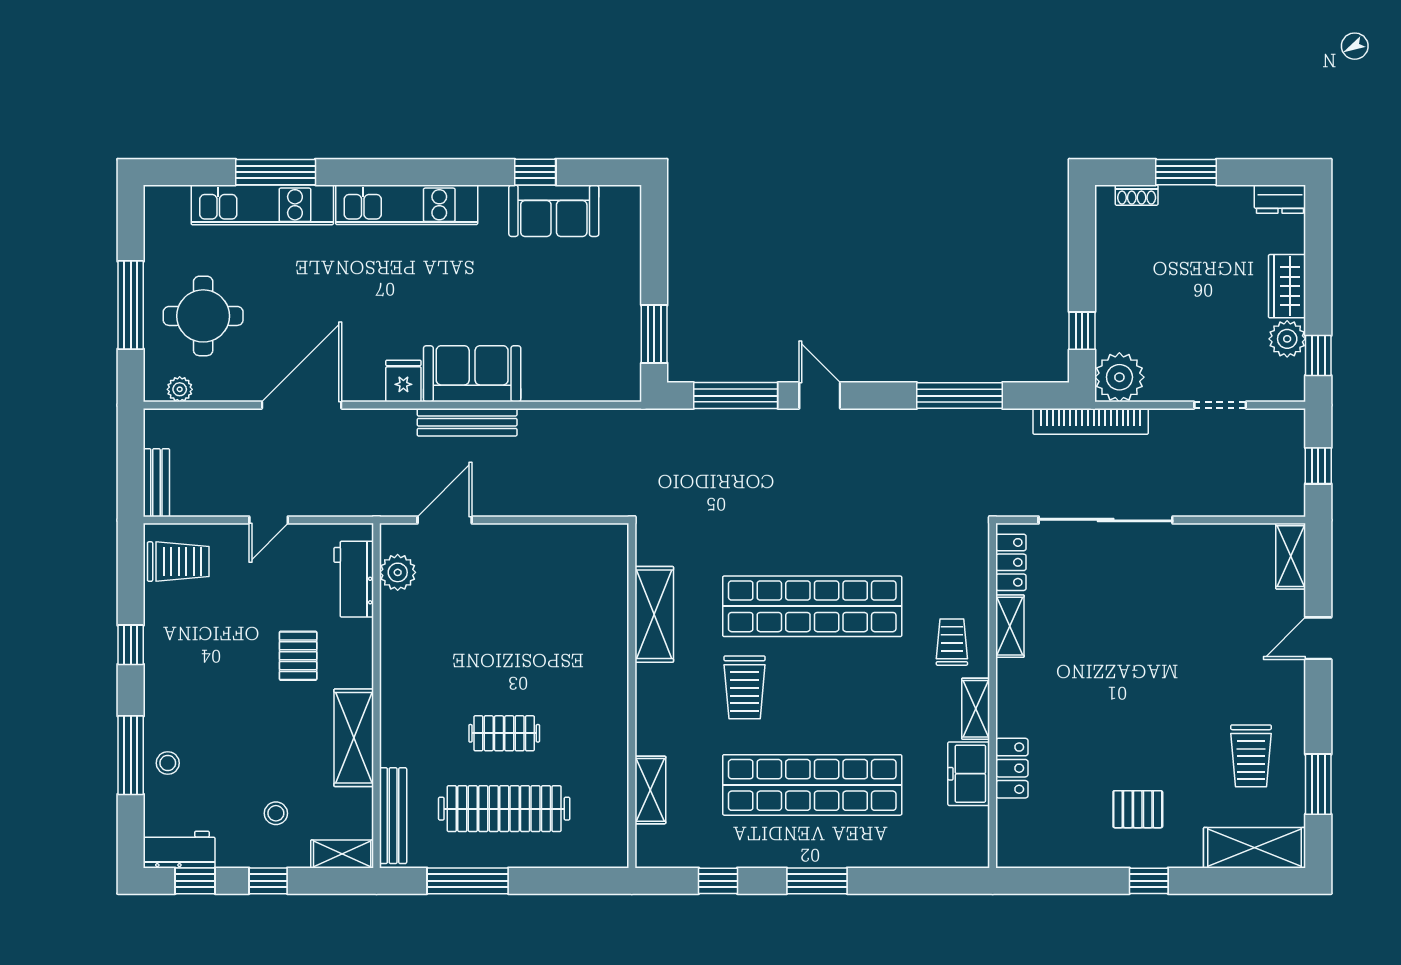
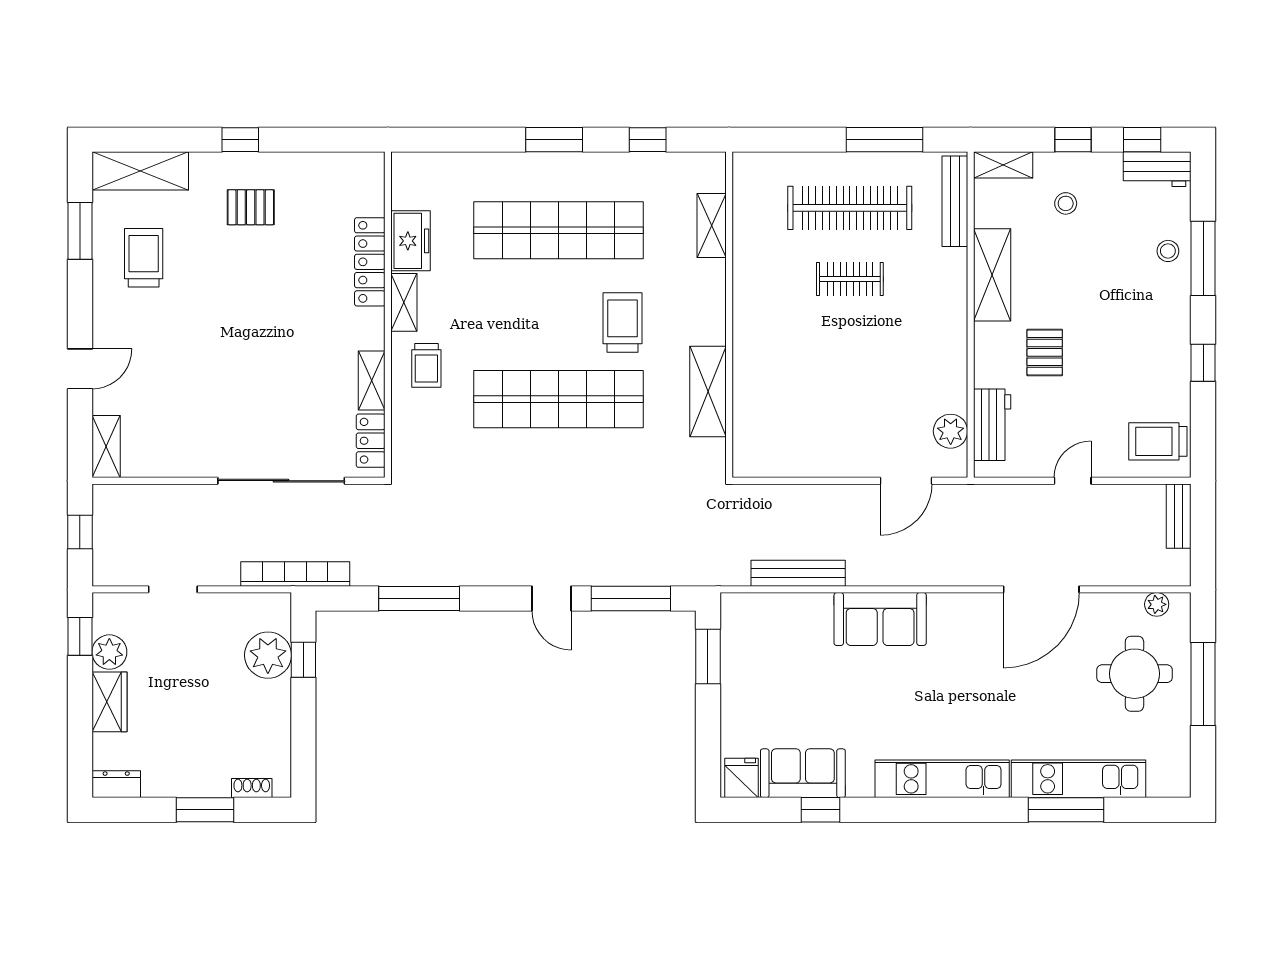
plant: (1119, 377) -> (268, 655), moved
fridge: (403, 381) -> (741, 778), moved, turned 180
bench: (467, 422) -> (798, 573), moved
locker: (1012, 768) -> (370, 262), width x1.53

